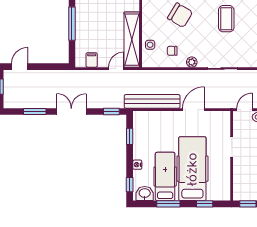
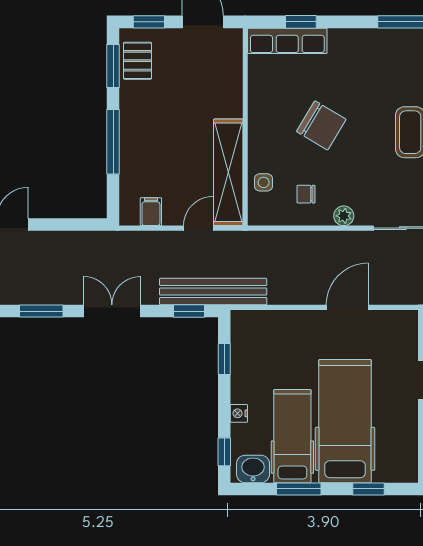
bench: (152, 101) -> (213, 292), moved

